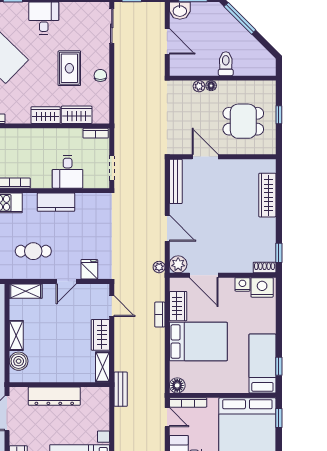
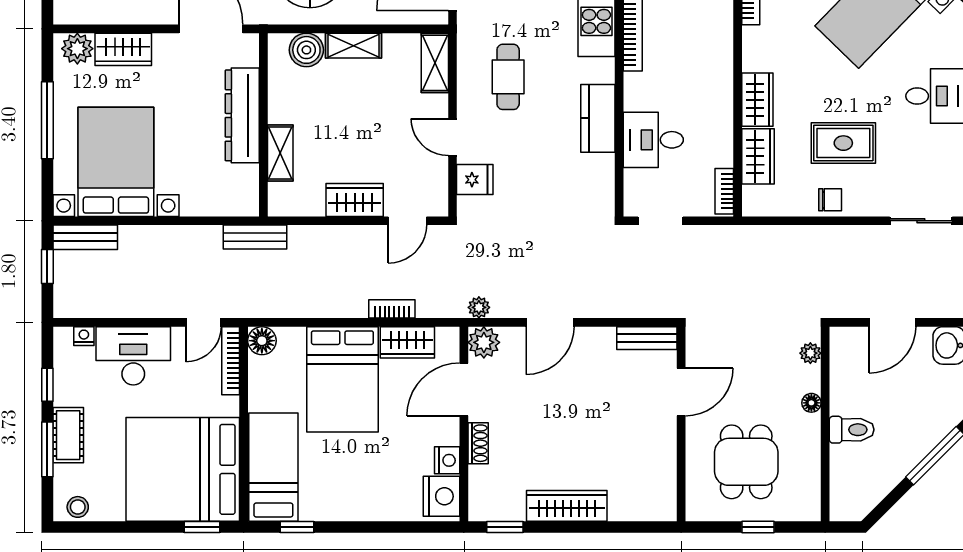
plant: (199, 86) -> (810, 353), moved
bench: (176, 181) -> (647, 338), width x0.73
wardrobe: (267, 195) -> (567, 506), moved
shoe rack: (265, 268) -> (478, 443), moved
bed: (262, 364) -> (273, 467), moved, turned -90
shelving: (103, 367) -> (280, 153), moved, turned 90

